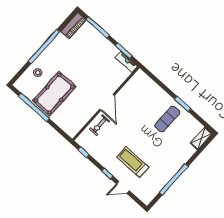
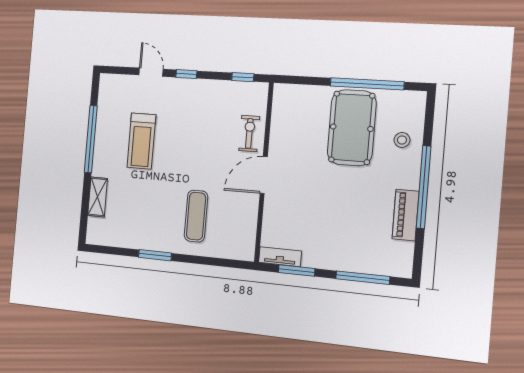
piano: (73, 26) -> (406, 215), moved
door: (107, 102) -> (264, 175), hinge flipped
exercise mat: (167, 119) -> (196, 216), moved
shelving: (201, 138) -> (98, 197), moved
treadmill: (133, 162) -> (141, 141), moved, turned 90
door: (123, 187) -> (151, 72), hinge flipped

